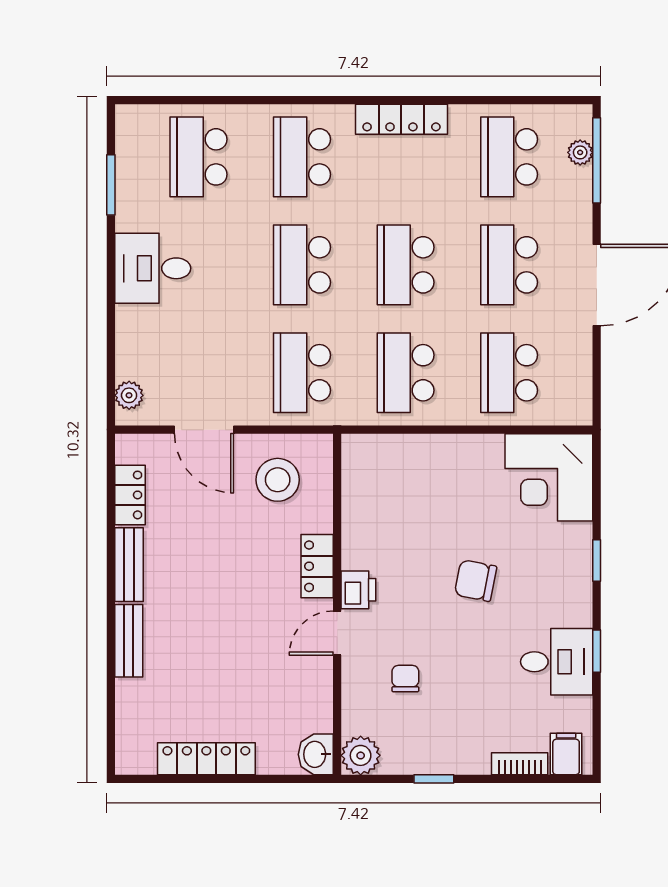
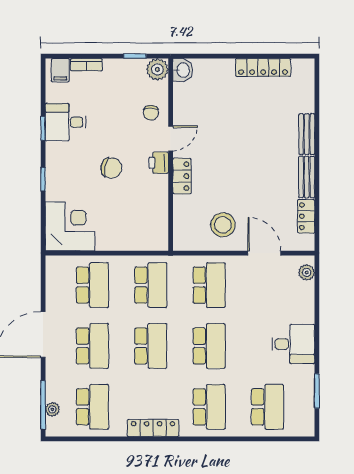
locker: (317, 566) -> (182, 176), moved
printer: (358, 590) -> (159, 163), moved
wall: (337, 604) -> (171, 155), moved
door: (337, 633) -> (171, 138), moved
washbasin: (316, 754) -> (183, 70), moved
plant: (361, 755) -> (157, 69), moved

